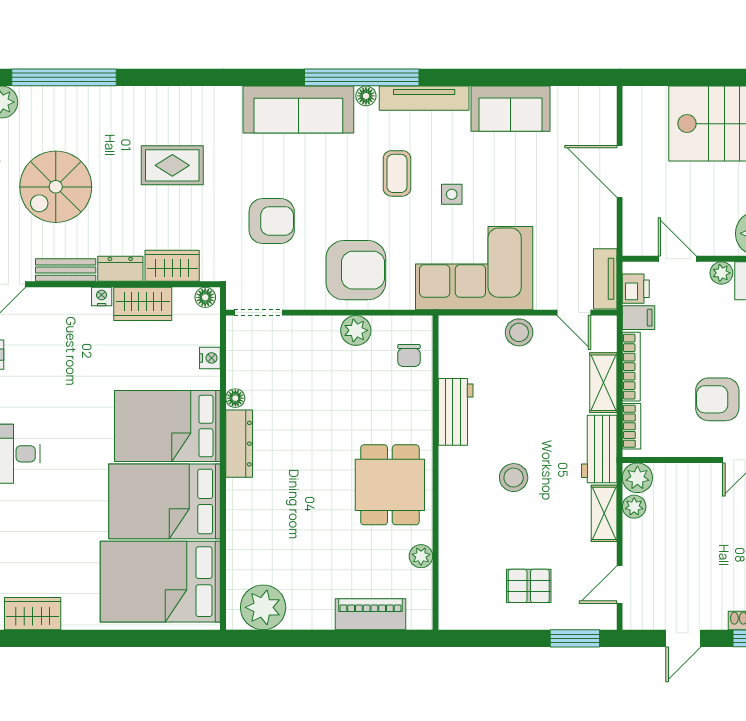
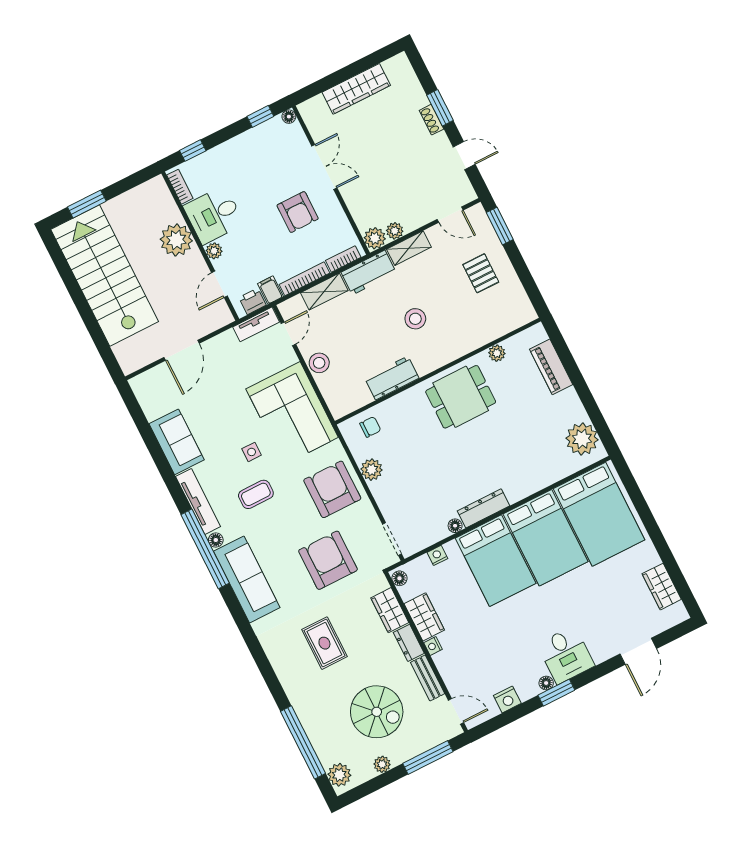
armchair: (272, 221) -> (328, 560), width x1.36, depth x1.36

